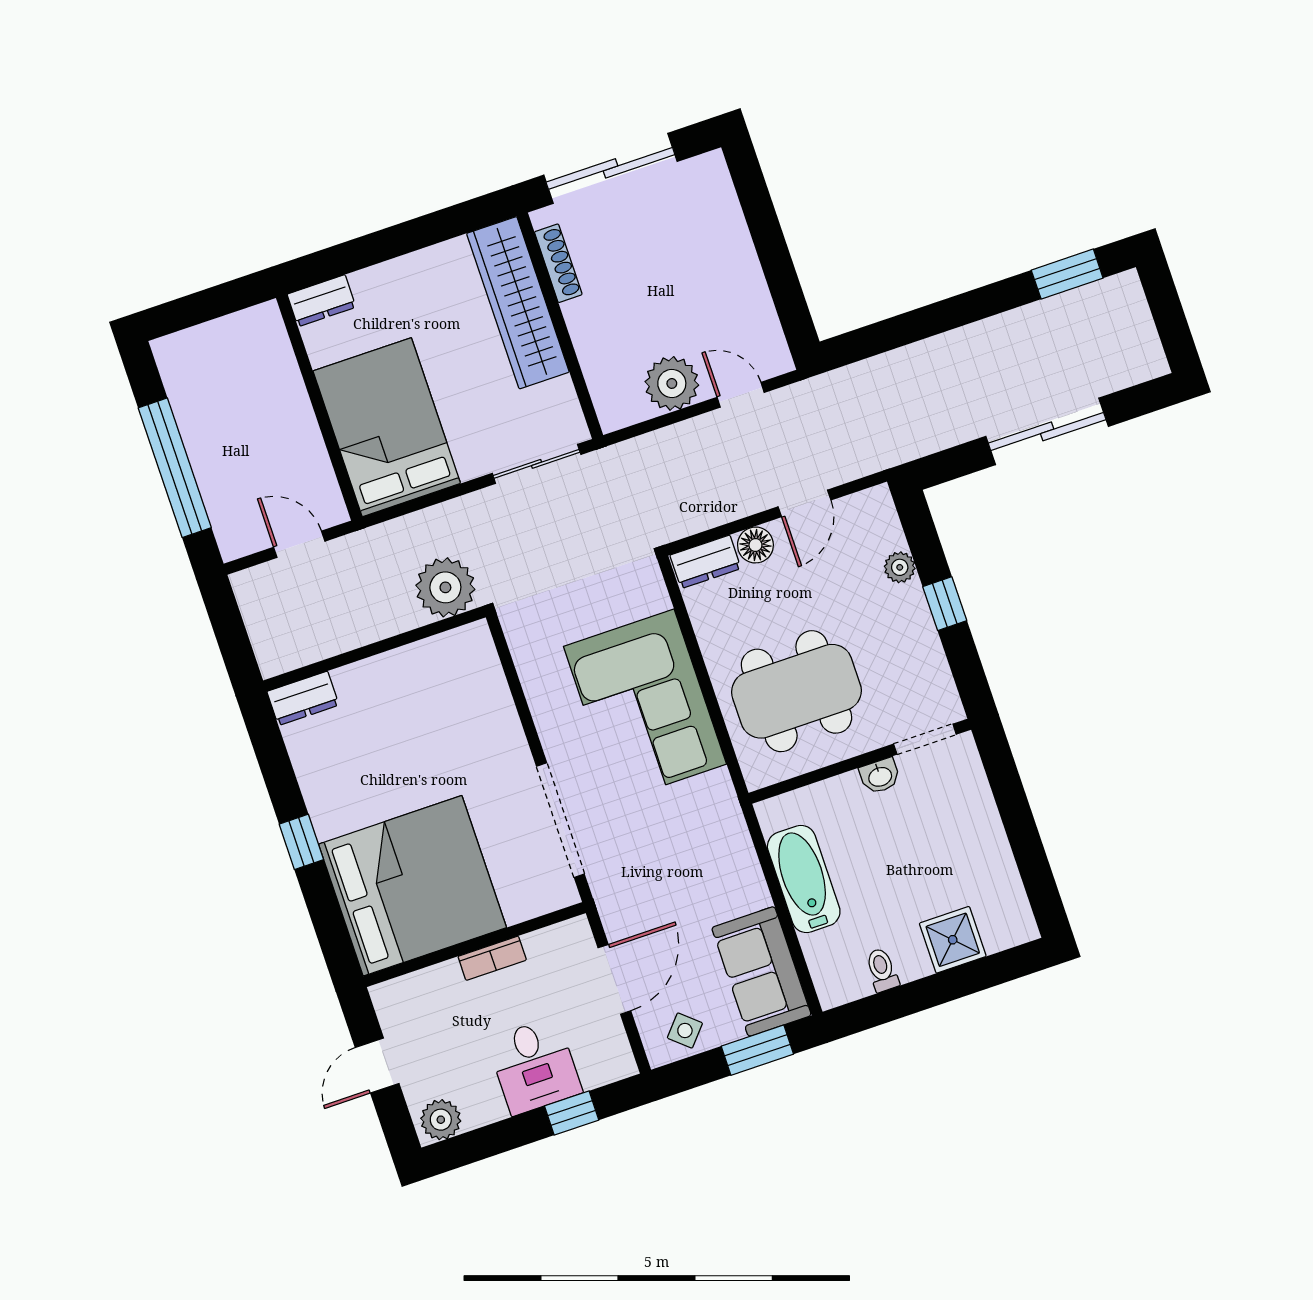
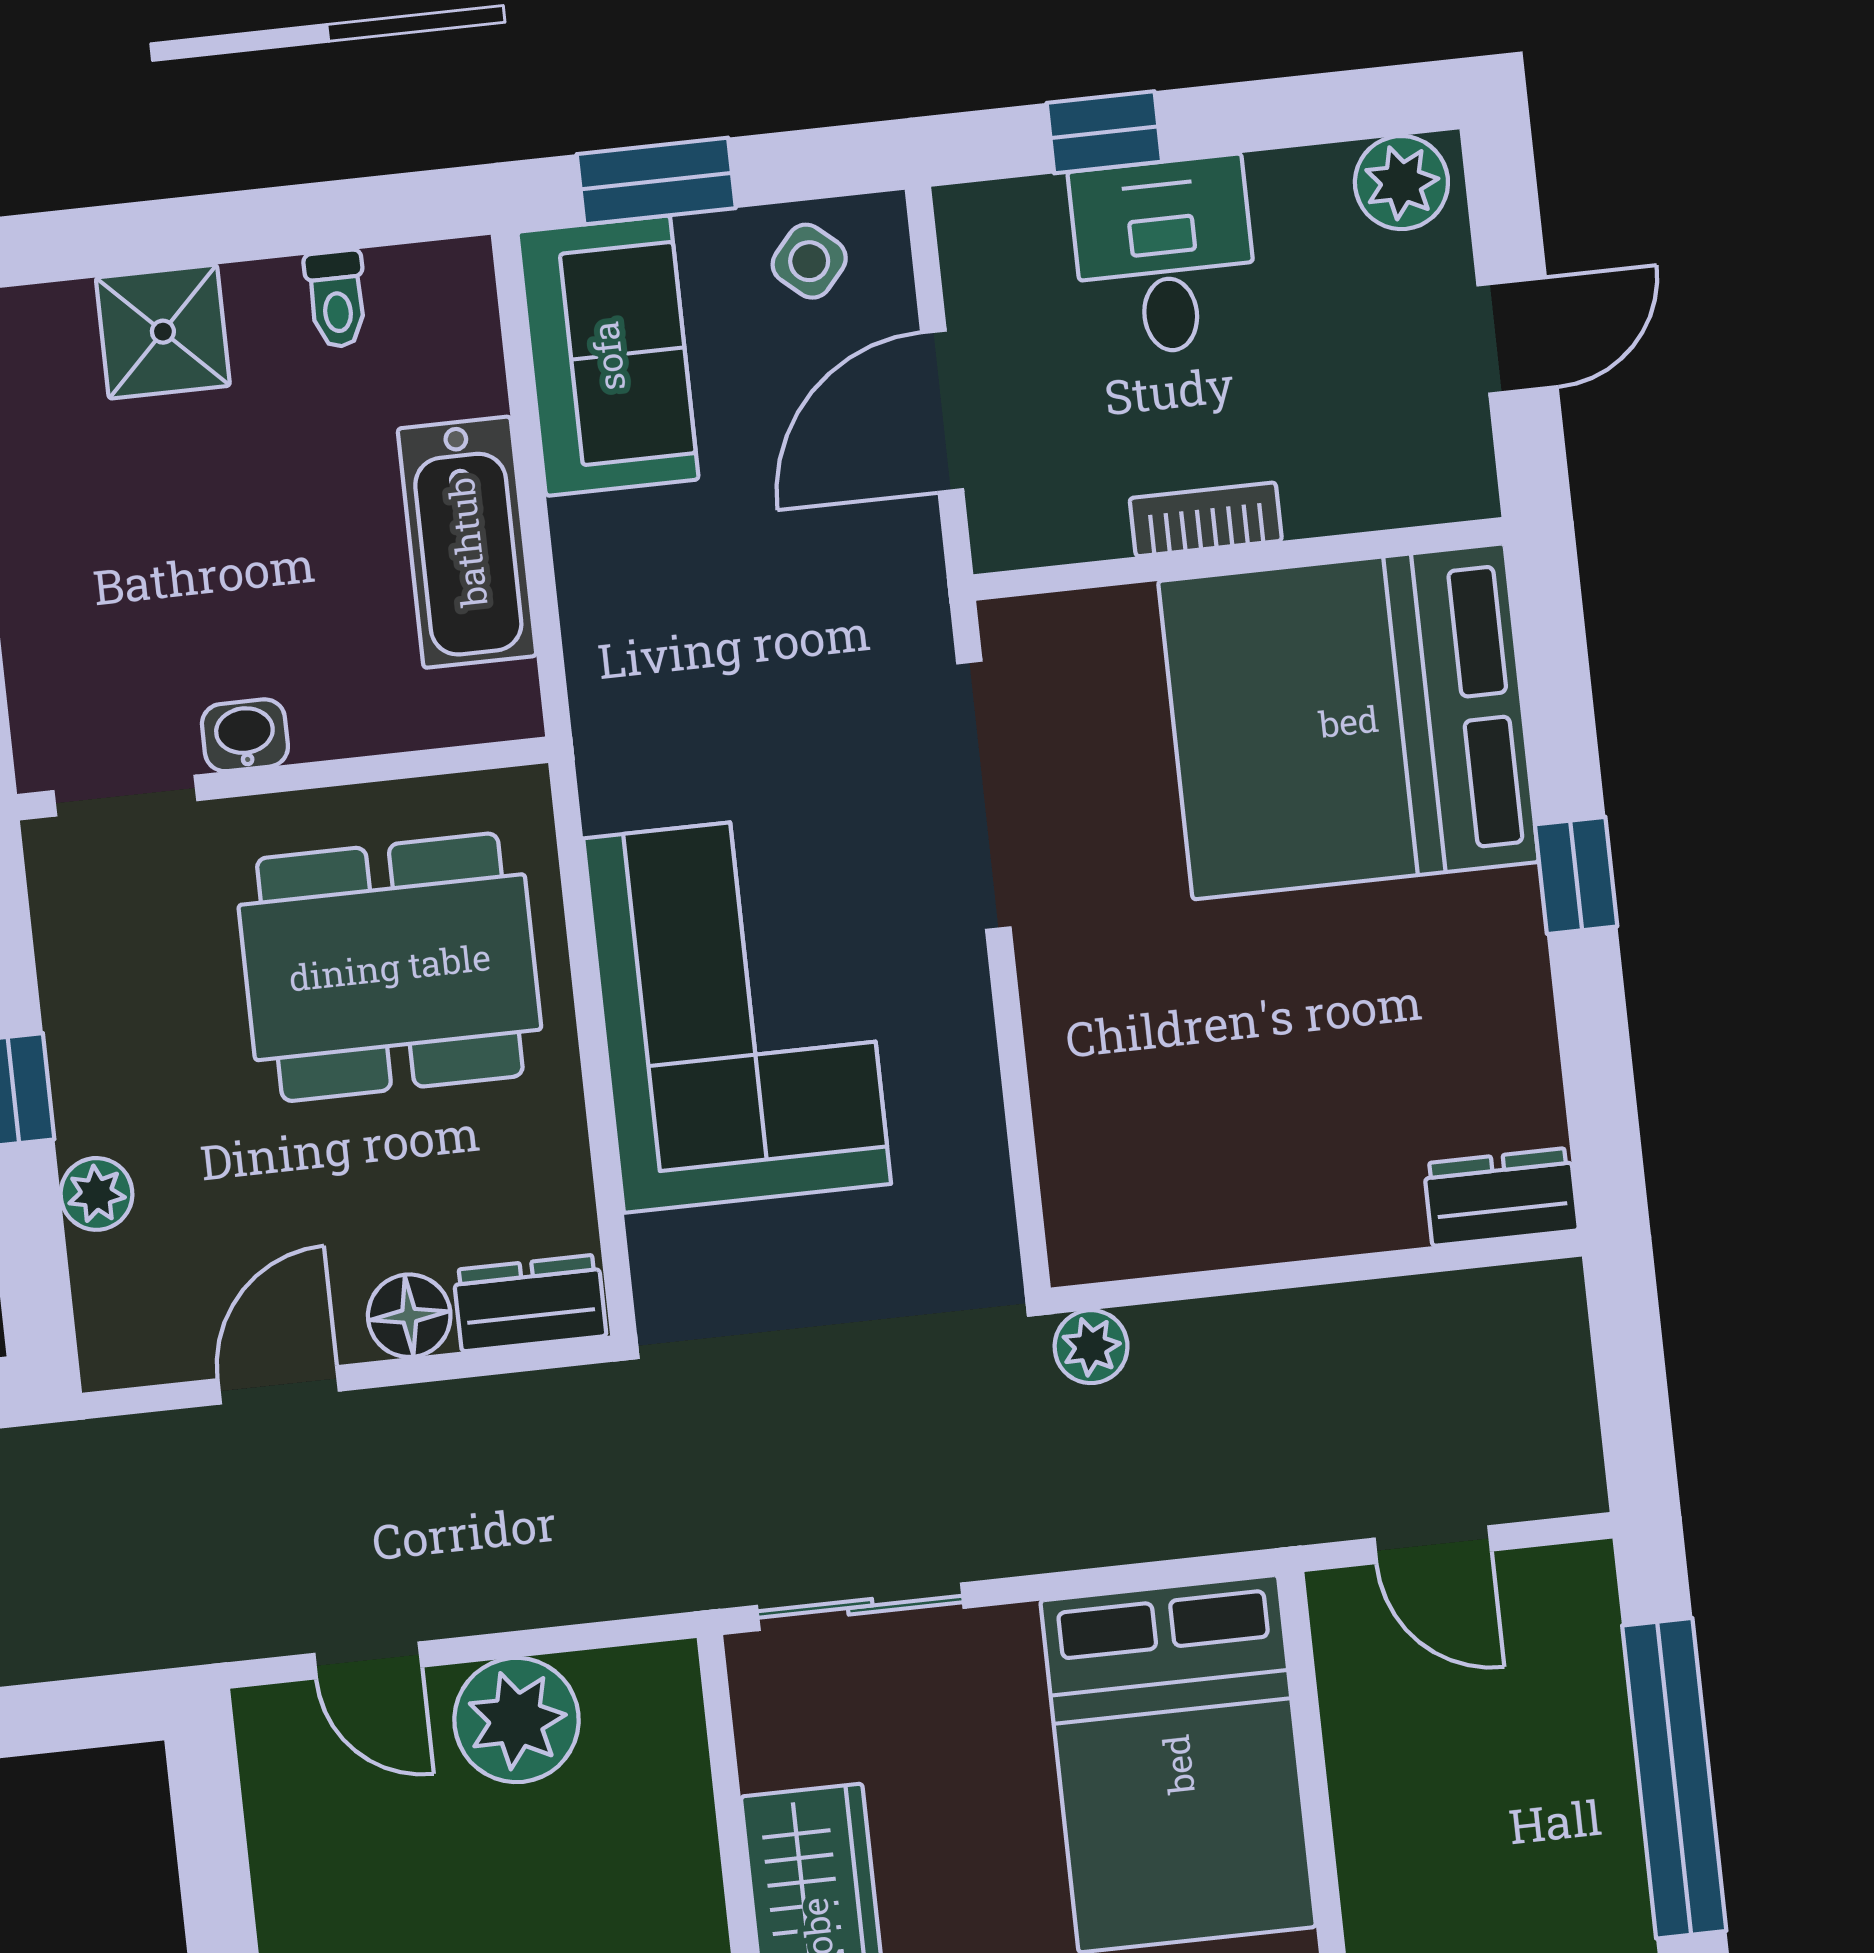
plant: (445, 587) -> (1091, 1347), width x0.53, depth x0.53

